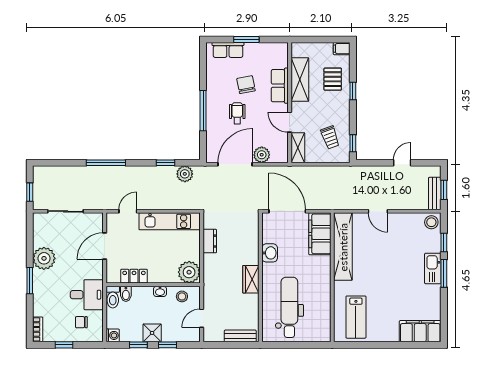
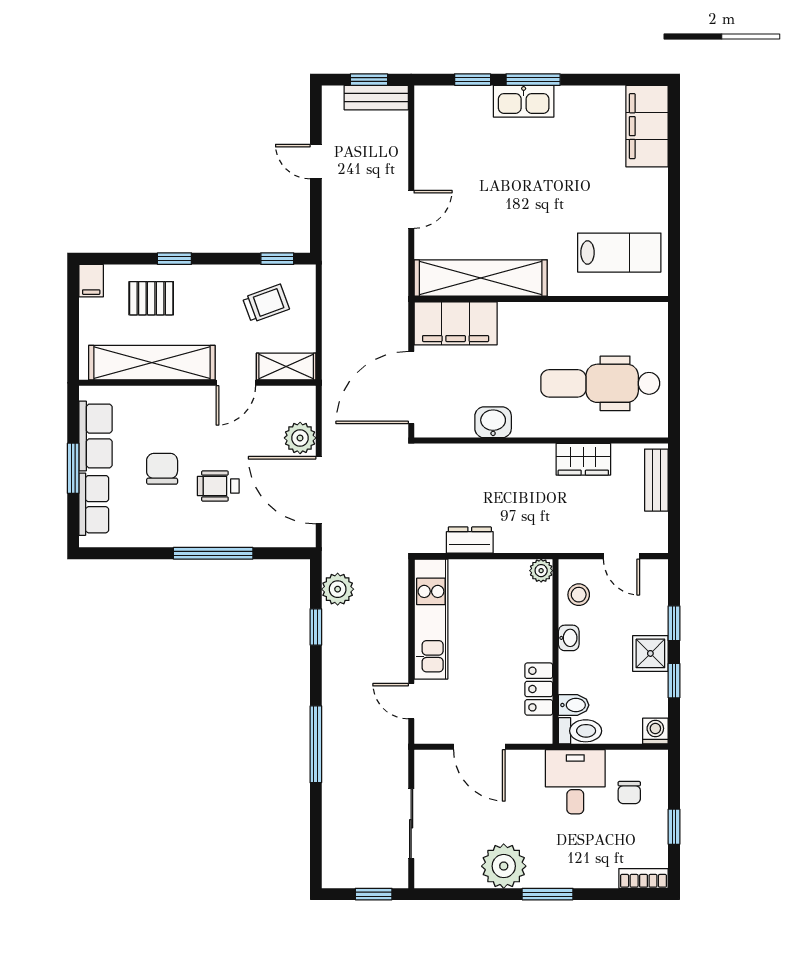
shelving: (300, 79) -> (152, 363), width x1.47
chair: (246, 85) -> (162, 469), turned 101
row of seats: (280, 86) -> (96, 436), moved, turned -90
stool: (431, 222) -> (433, 104), removed
plant: (189, 272) -> (541, 571), width x0.53, depth x0.53
wardrobe: (251, 279) -> (583, 459), moved

